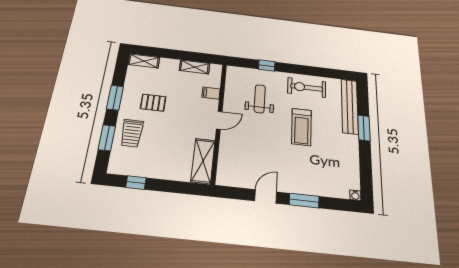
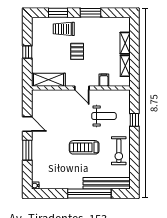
shelving: (144, 61) -> (125, 43), moved
exercise bike: (307, 87) -> (119, 151), turned 180
pallet: (153, 103) -> (77, 51), moved
window: (364, 128) -> (89, 194), width x2.11
window: (136, 183) -> (27, 52), moved

